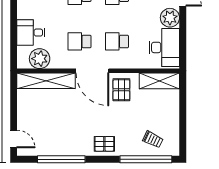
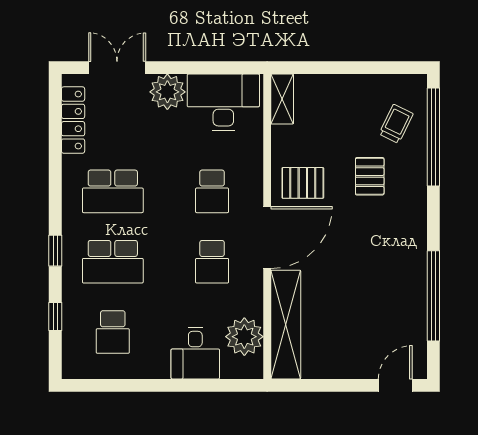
shelving: (159, 81) -> (282, 99), width x0.67, depth x0.75
pallet: (104, 144) -> (370, 176), moved

